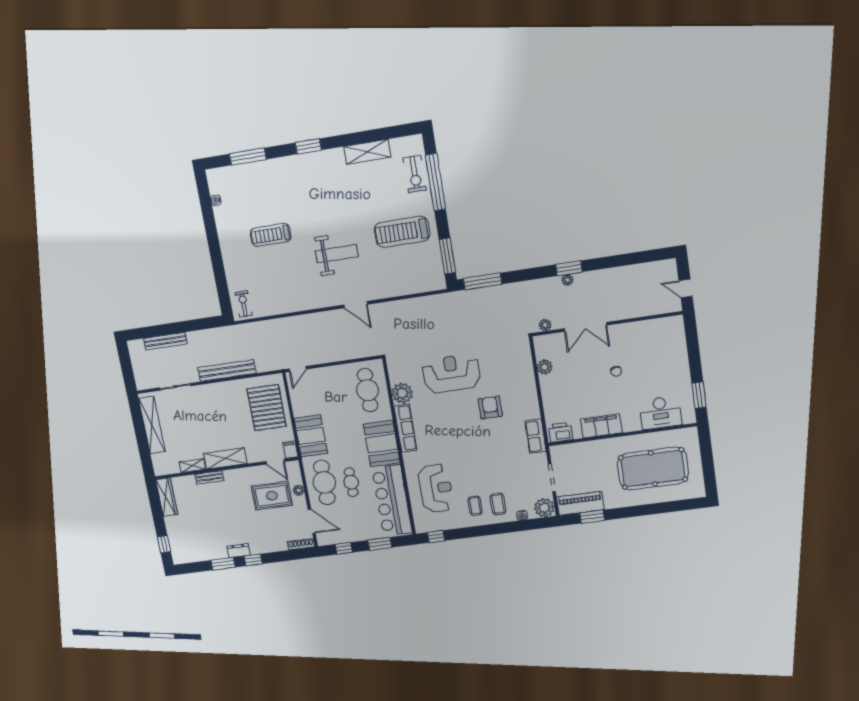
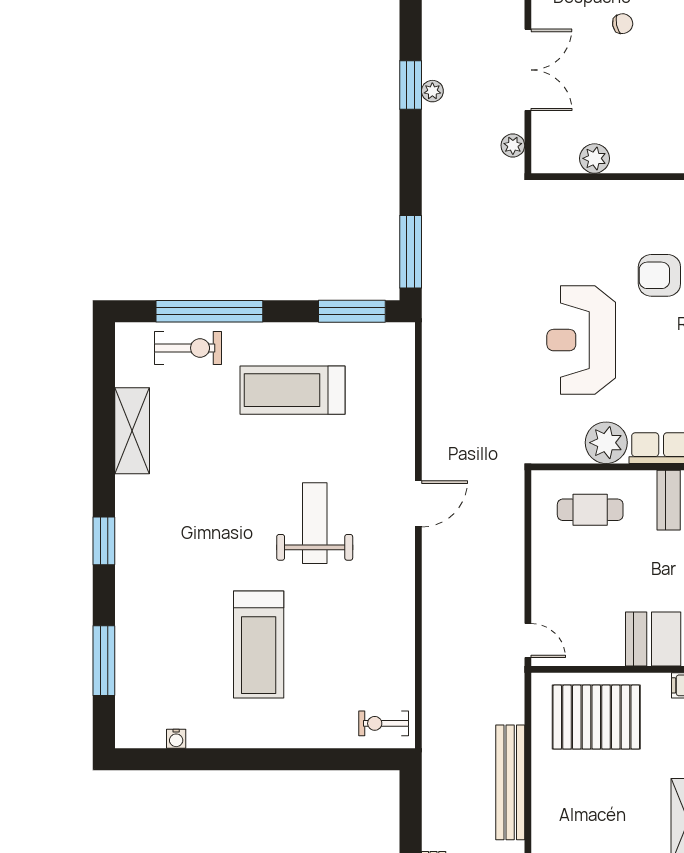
treadmill: (402, 232) -> (293, 390), turned 90
treadmill: (271, 235) -> (259, 644), width x1.37, depth x1.38
cafe table: (368, 390) -> (590, 510), width x0.73, depth x0.74

